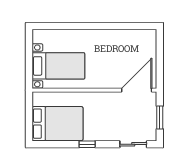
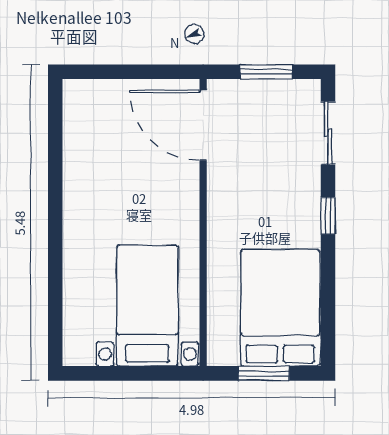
window: (29, 116) -> (264, 373), added
window: (87, 144) -> (328, 216), moved

